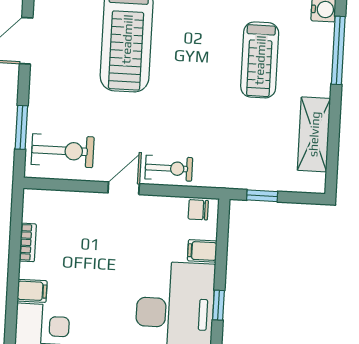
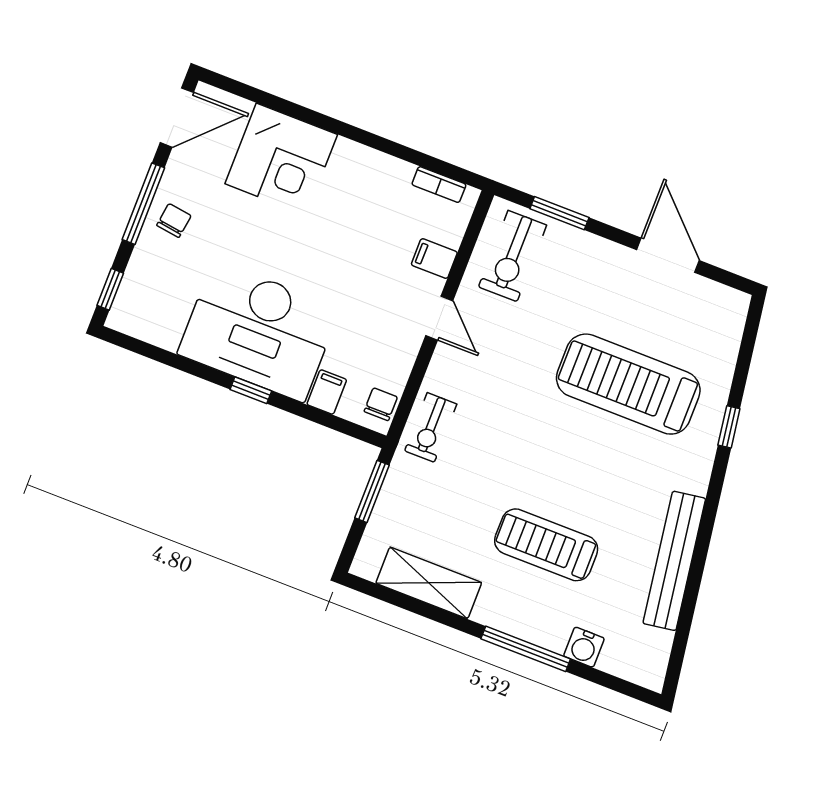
exercise bike: (169, 168) -> (431, 427), moved
window: (262, 196) -> (372, 491), width x1.50
bookcase: (28, 242) -> (439, 185), moved
filing cabinet: (32, 291) -> (434, 259), moved, turned 90

